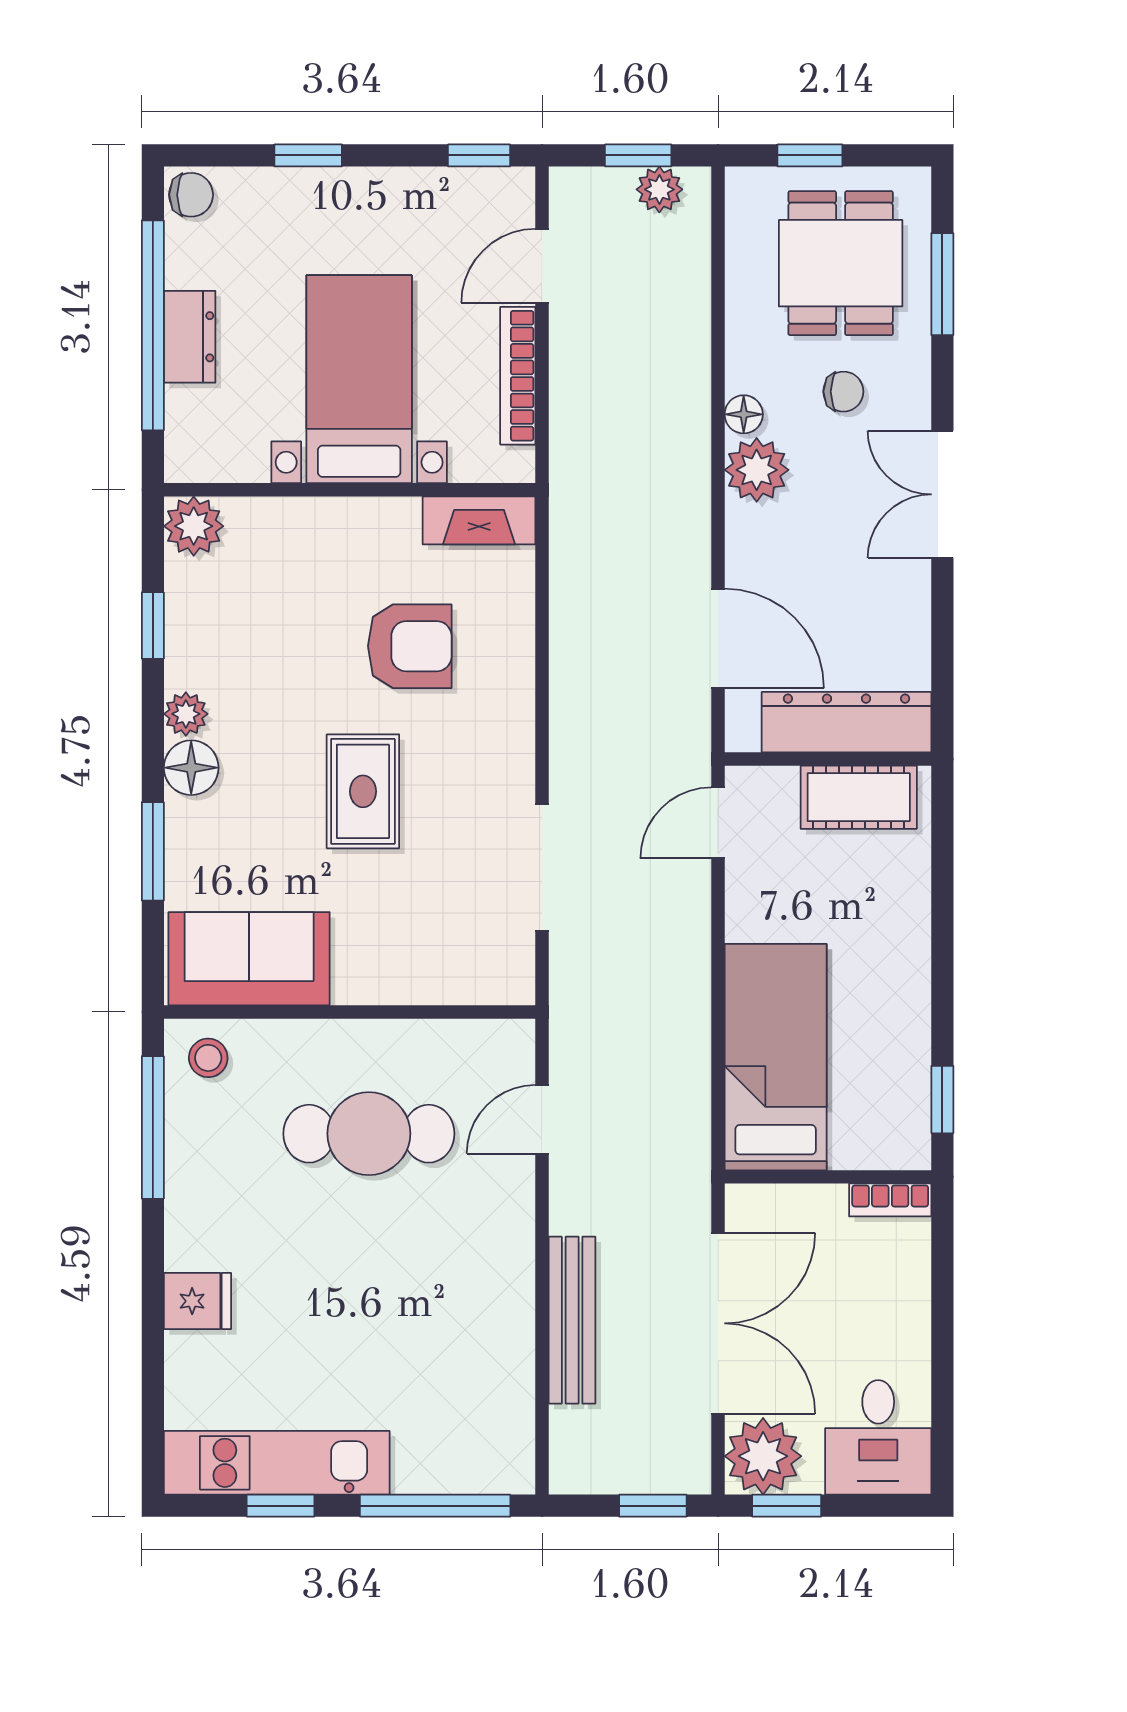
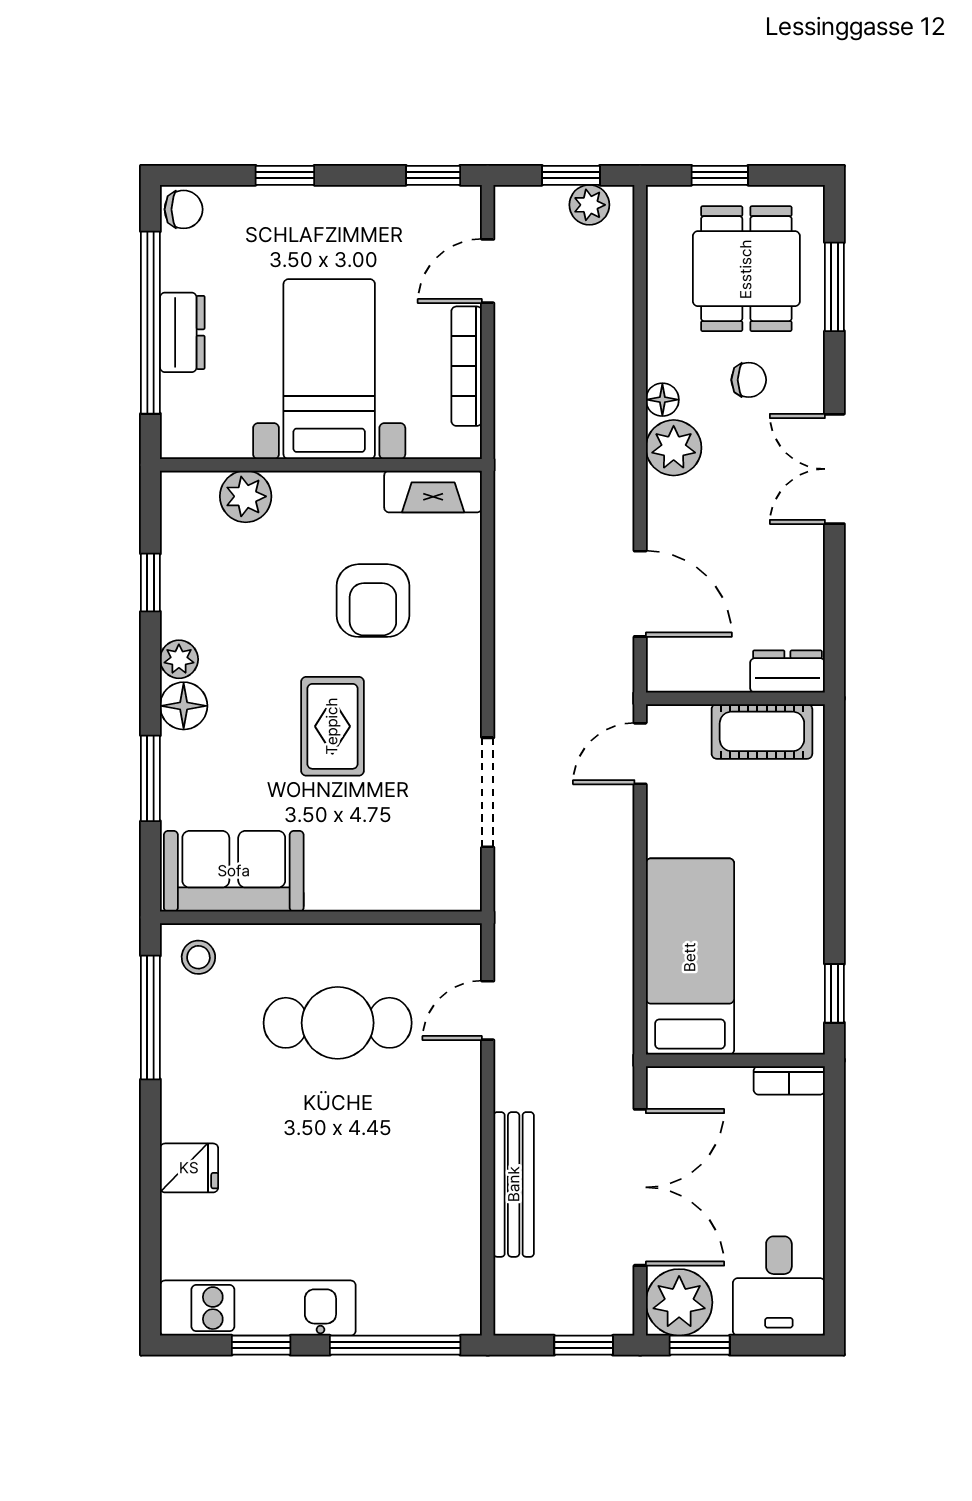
plant: (194, 526) -> (246, 496), moved
armchair: (410, 646) -> (373, 601), turned 90
dresser: (846, 722) -> (787, 672), width x0.51, depth x0.80

